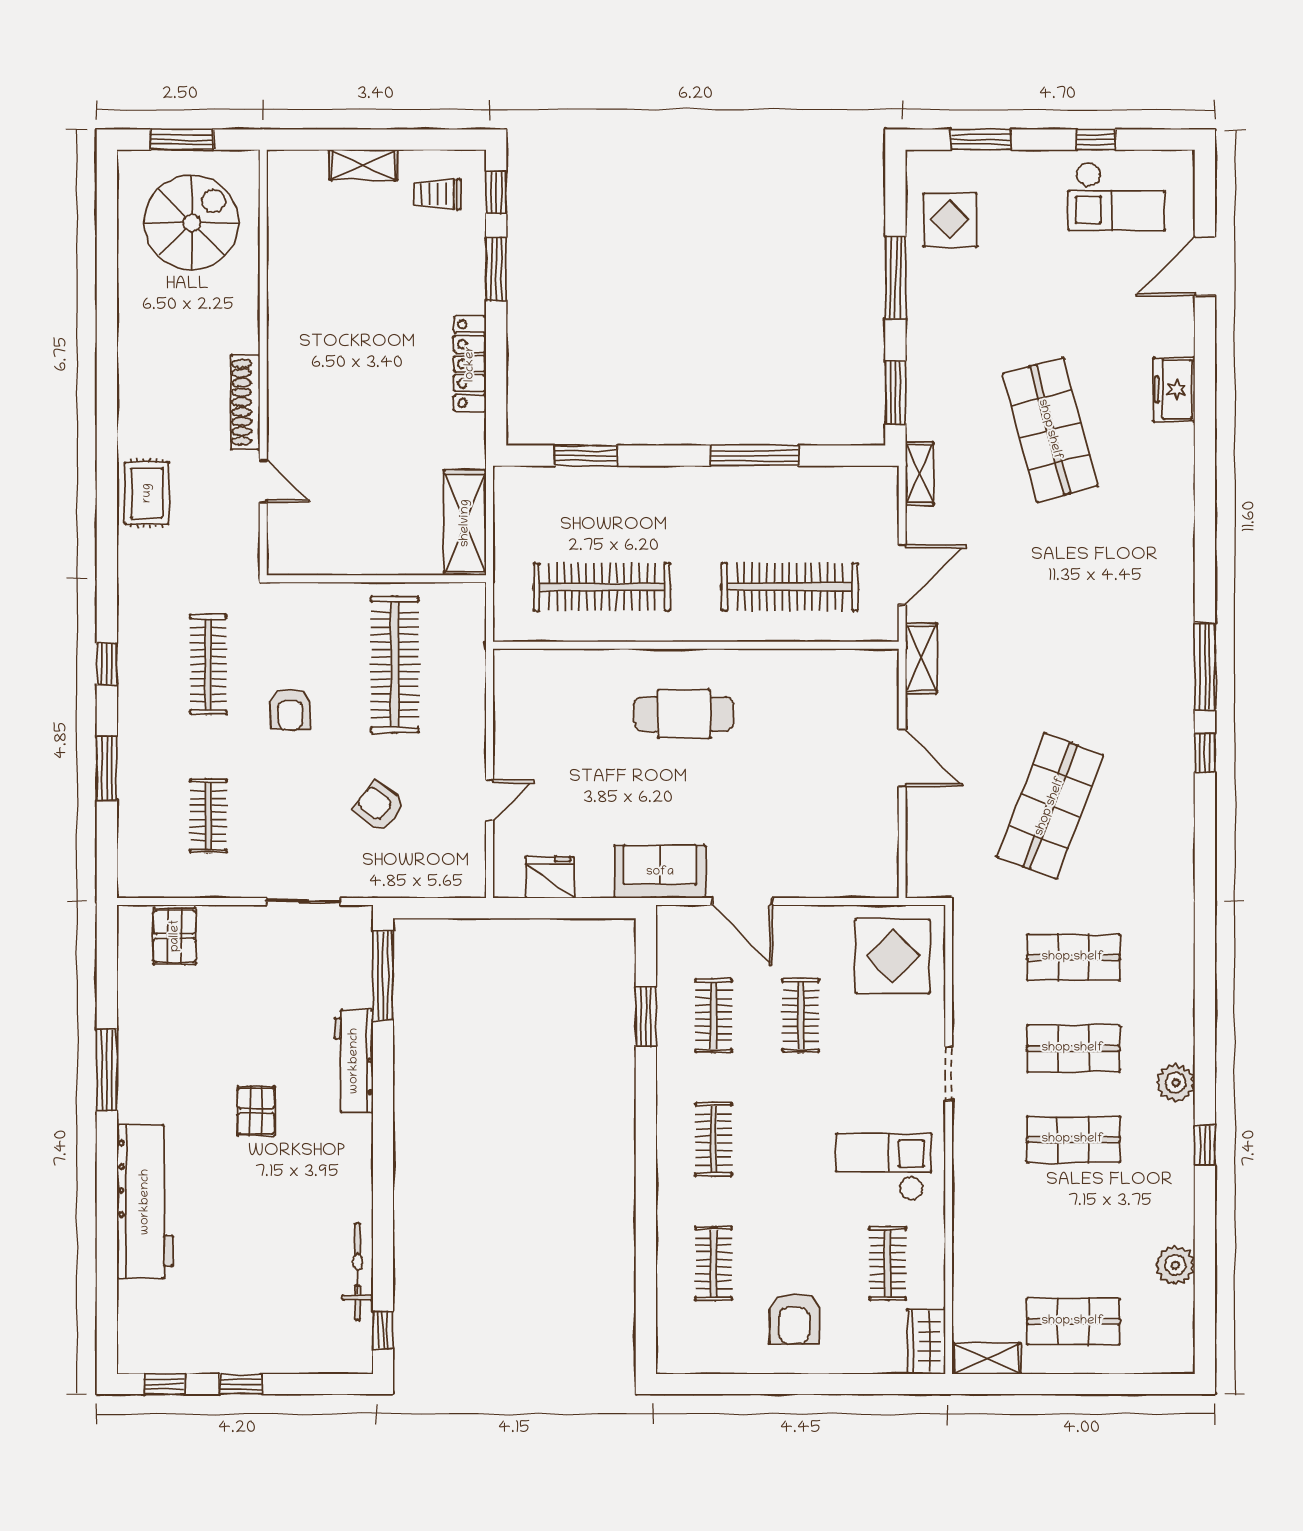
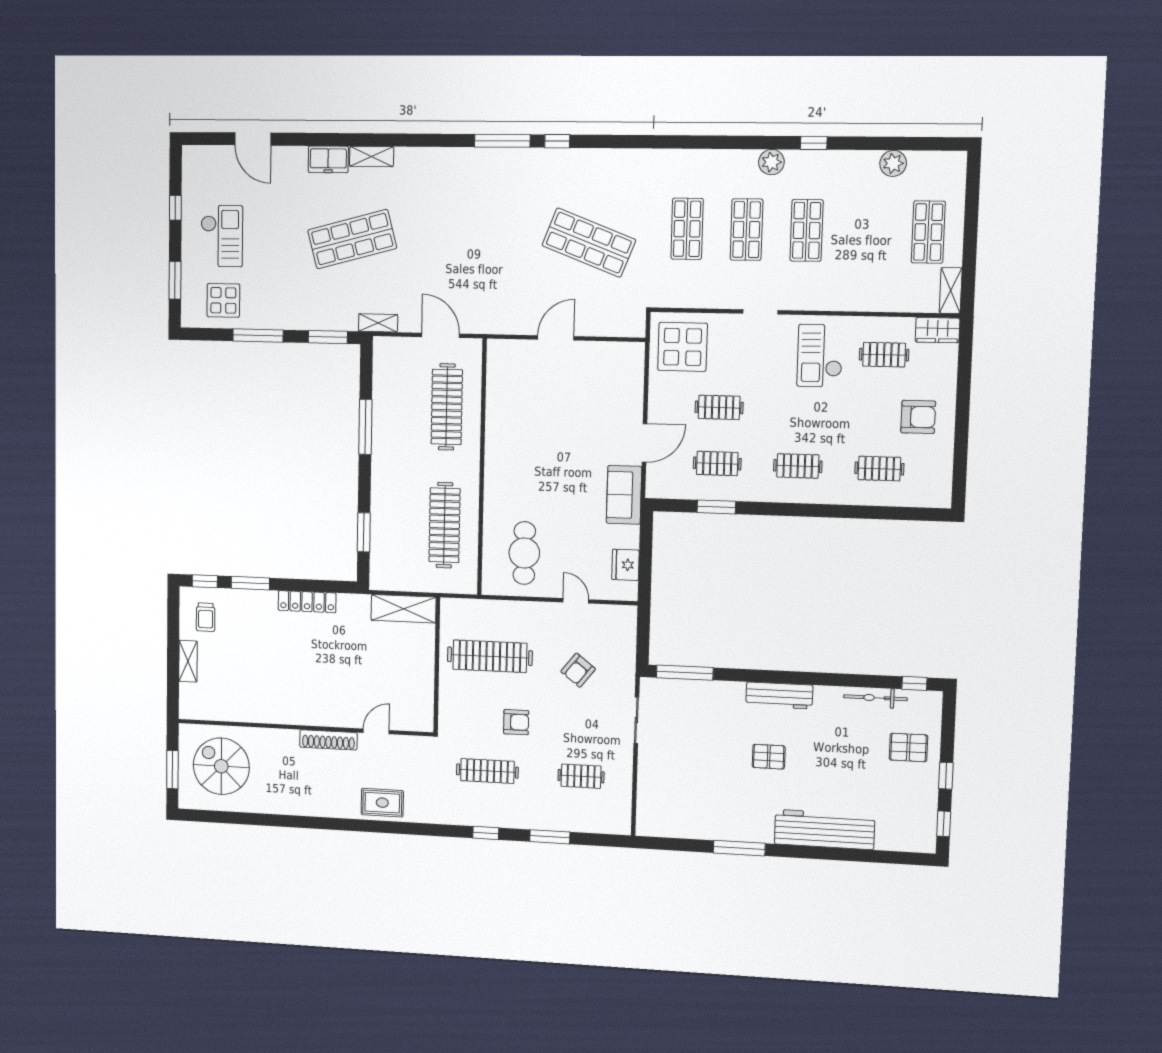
checkout: (1116, 196) -> (222, 236), moved
shelving: (921, 658) -> (372, 156), moved
cafe table: (684, 714) -> (524, 553), moved
pallet: (175, 936) -> (908, 747), moved
workbench: (354, 1061) -> (779, 696), moved

